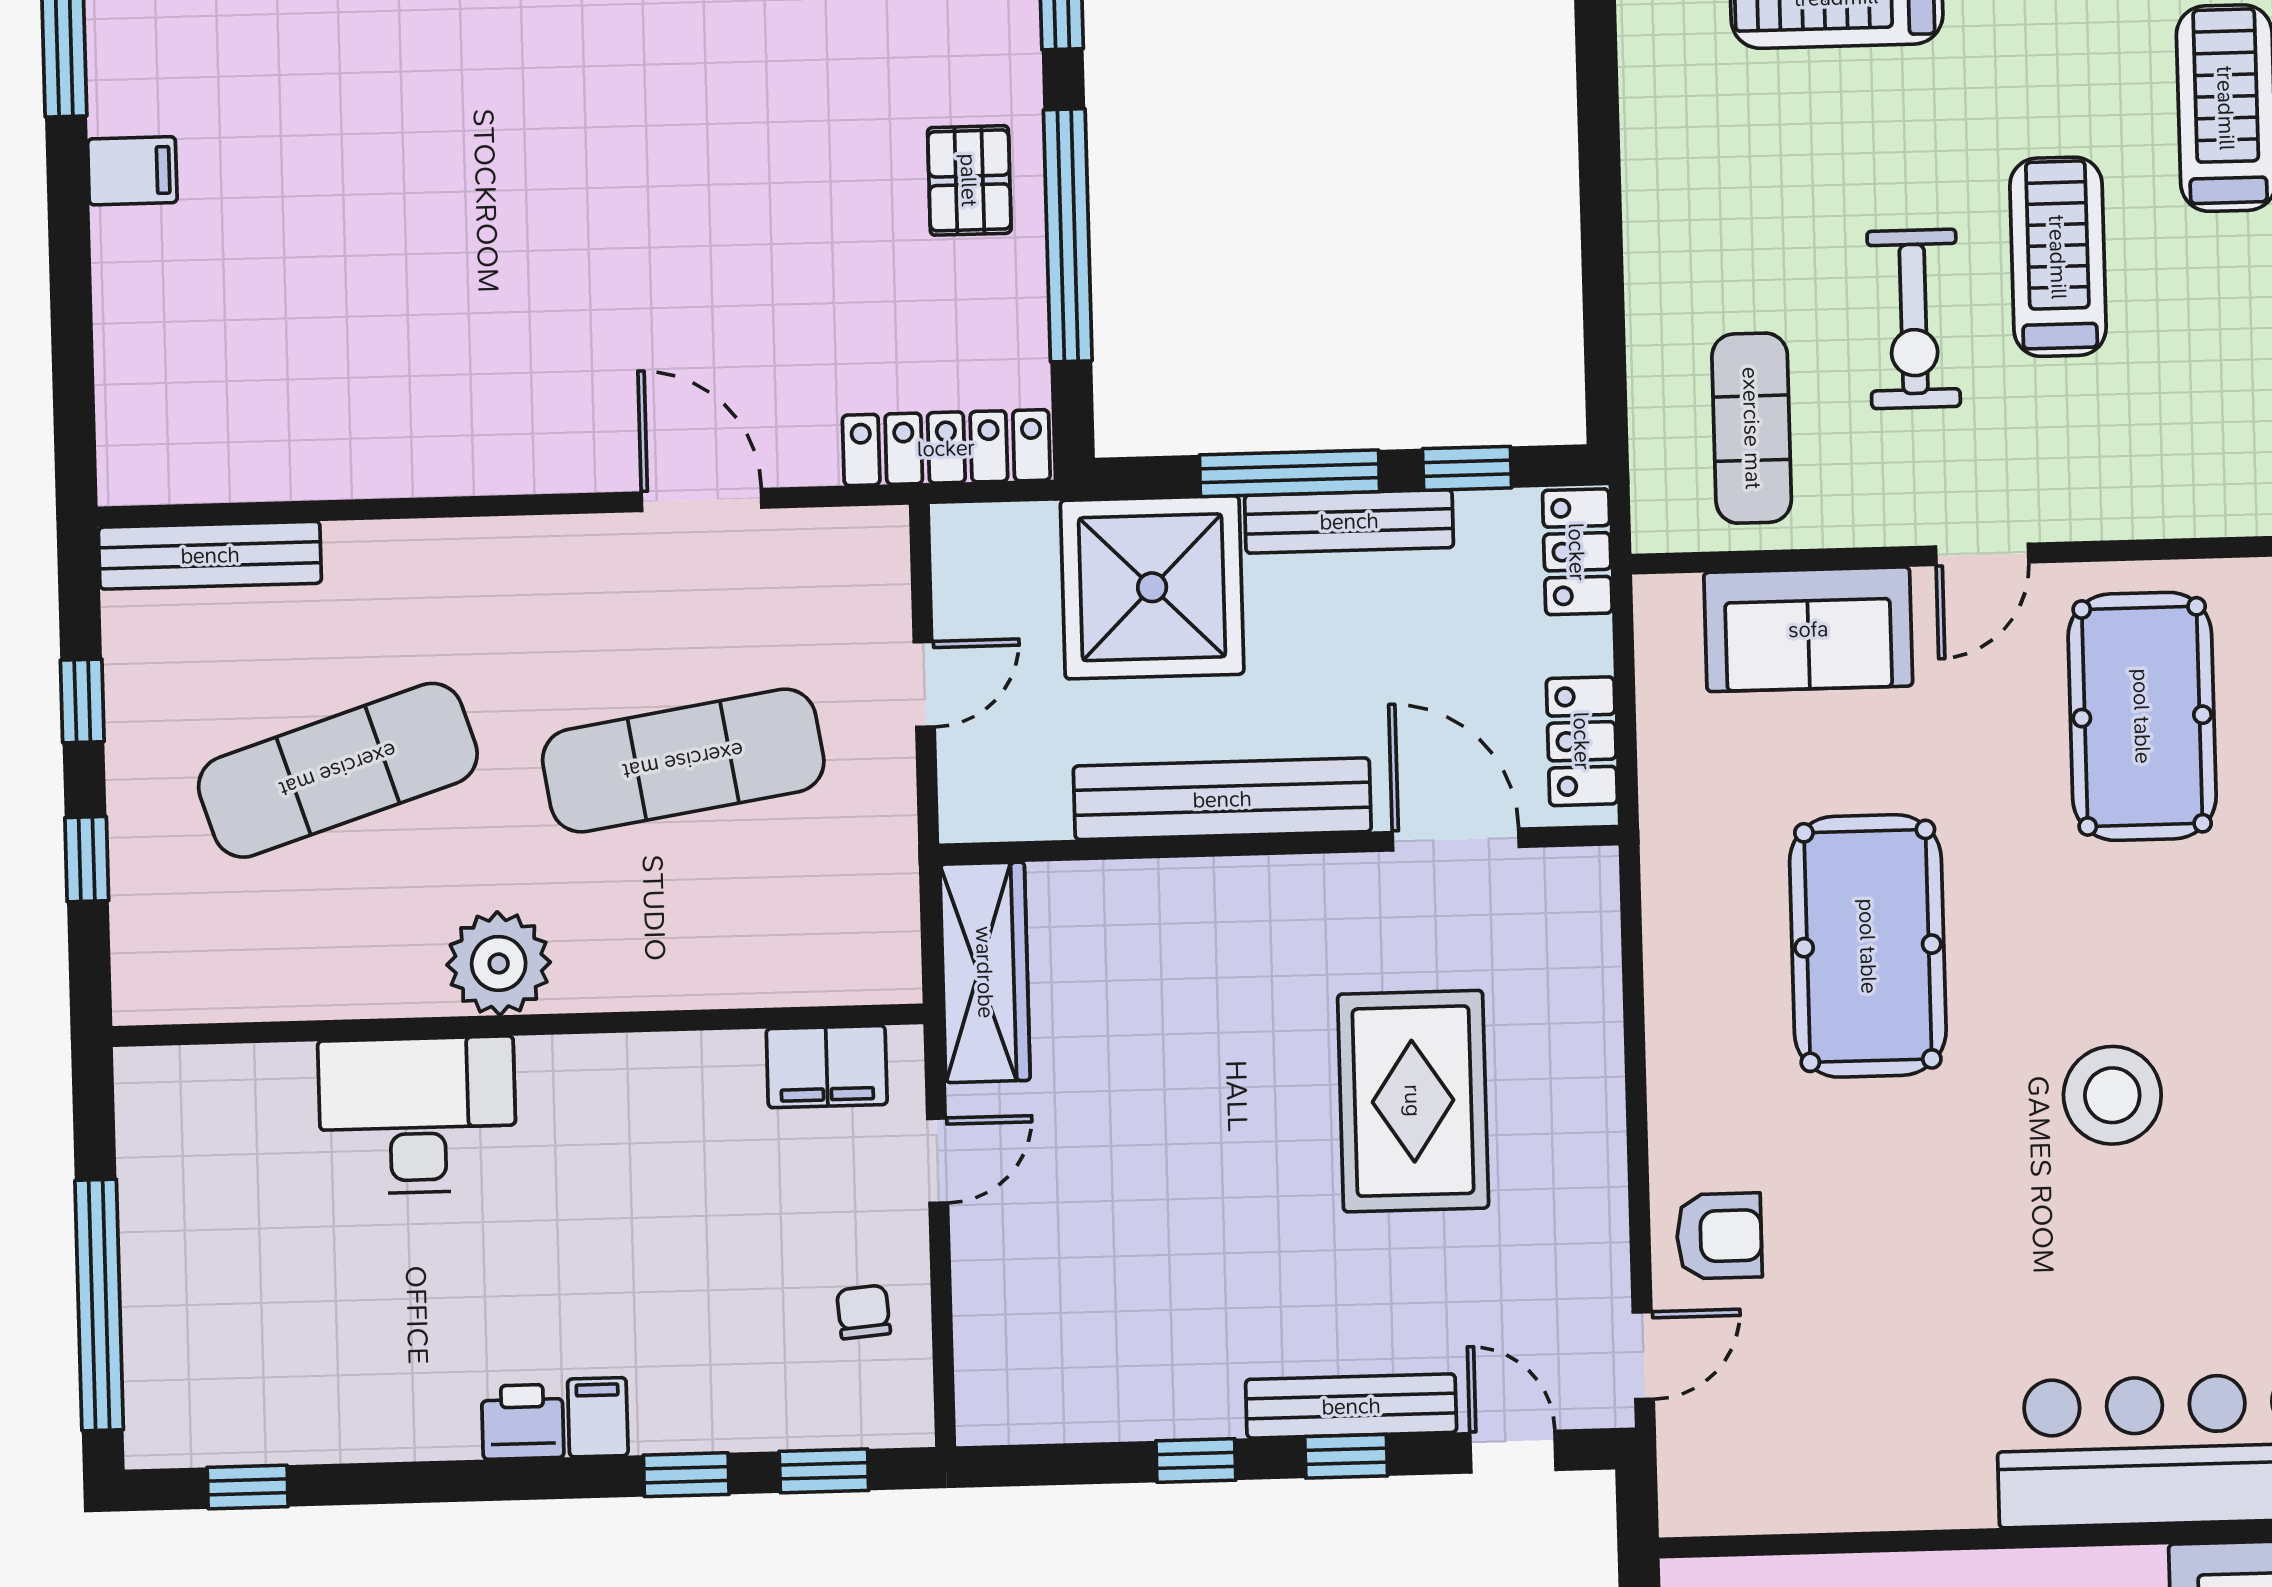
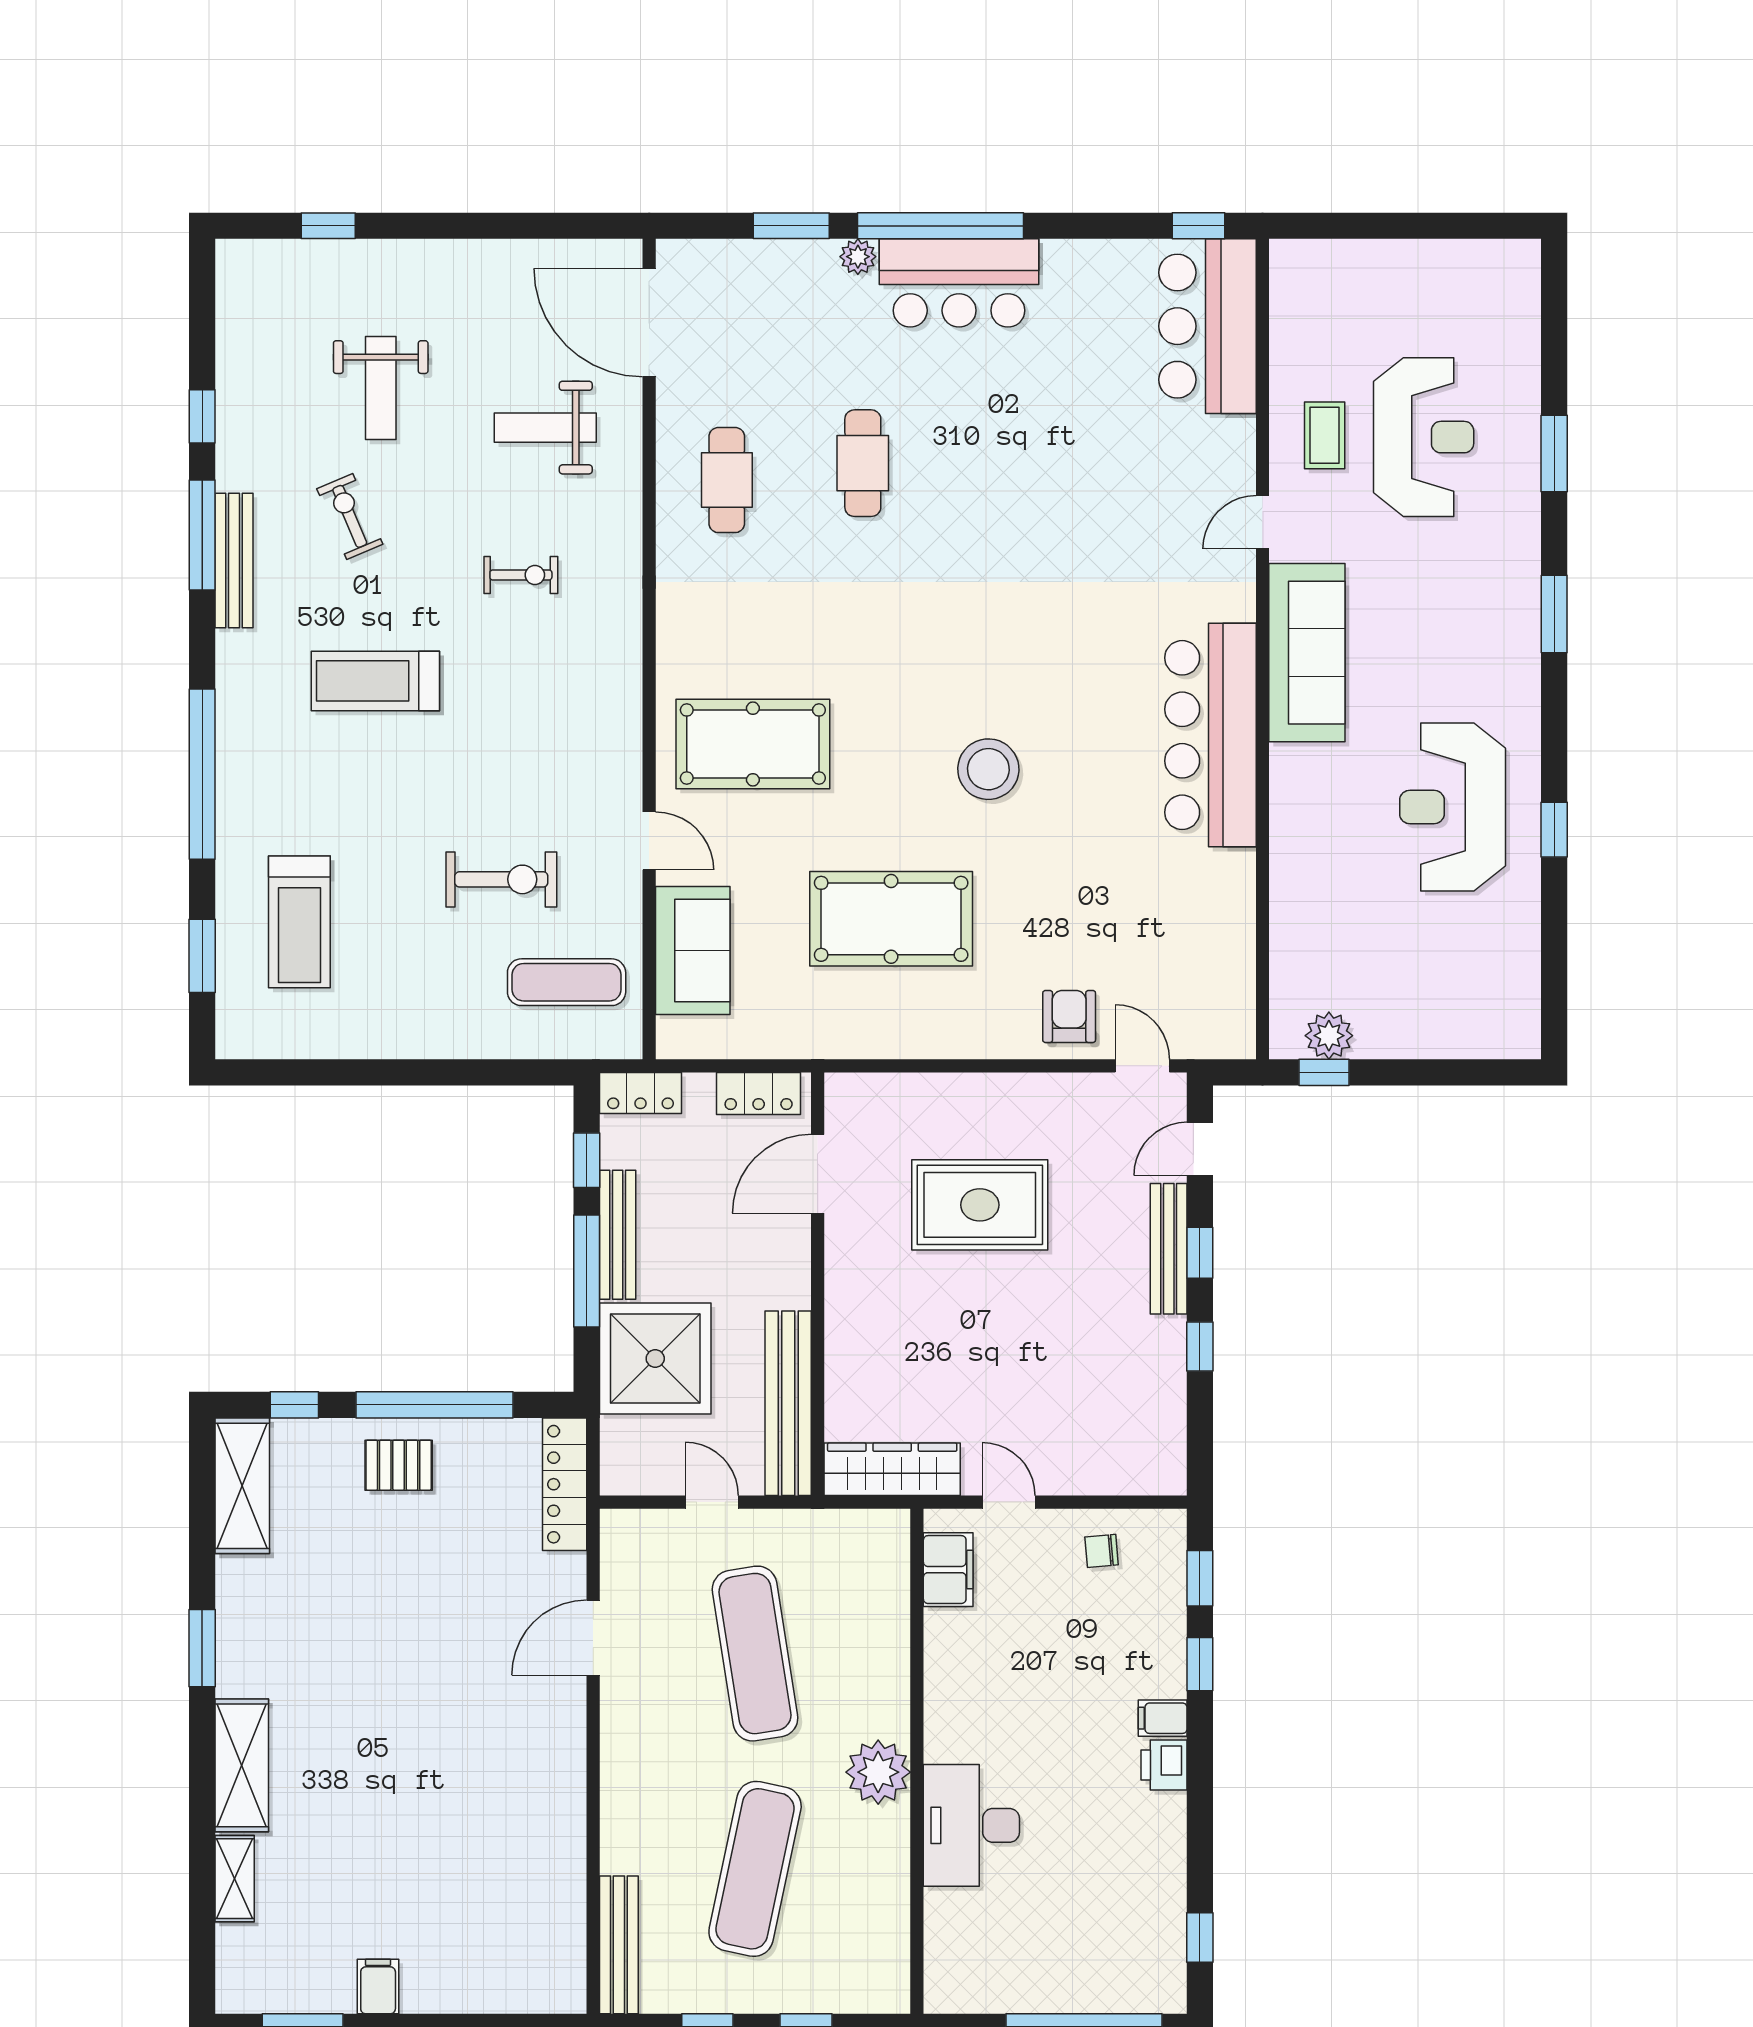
treadmill: (2058, 257) -> (465, 788), removed
exercise mat: (338, 770) -> (755, 1869), turned 30
bench: (1222, 799) -> (788, 1403), moved

